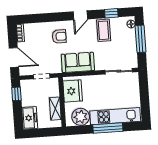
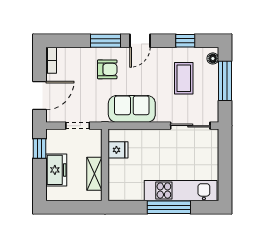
window: (57, 17) -> (105, 41), added
coffee table: (104, 30) -> (184, 78), moved
door: (14, 58) -> (39, 95), hinge flipped
fridge: (73, 91) -> (118, 150), width x0.53, depth x0.75
plant: (81, 117) -> (130, 188), removed
freezer: (30, 118) -> (56, 170), moved

